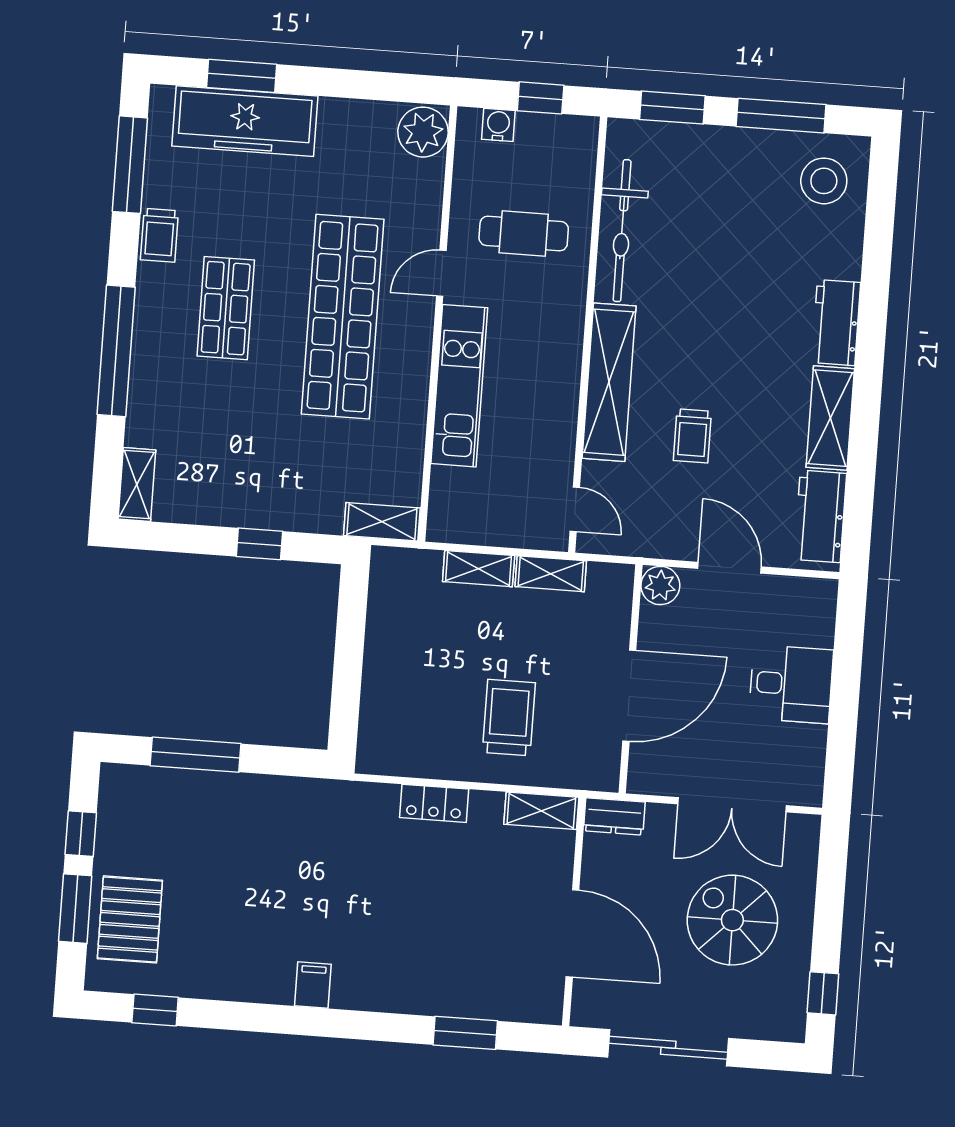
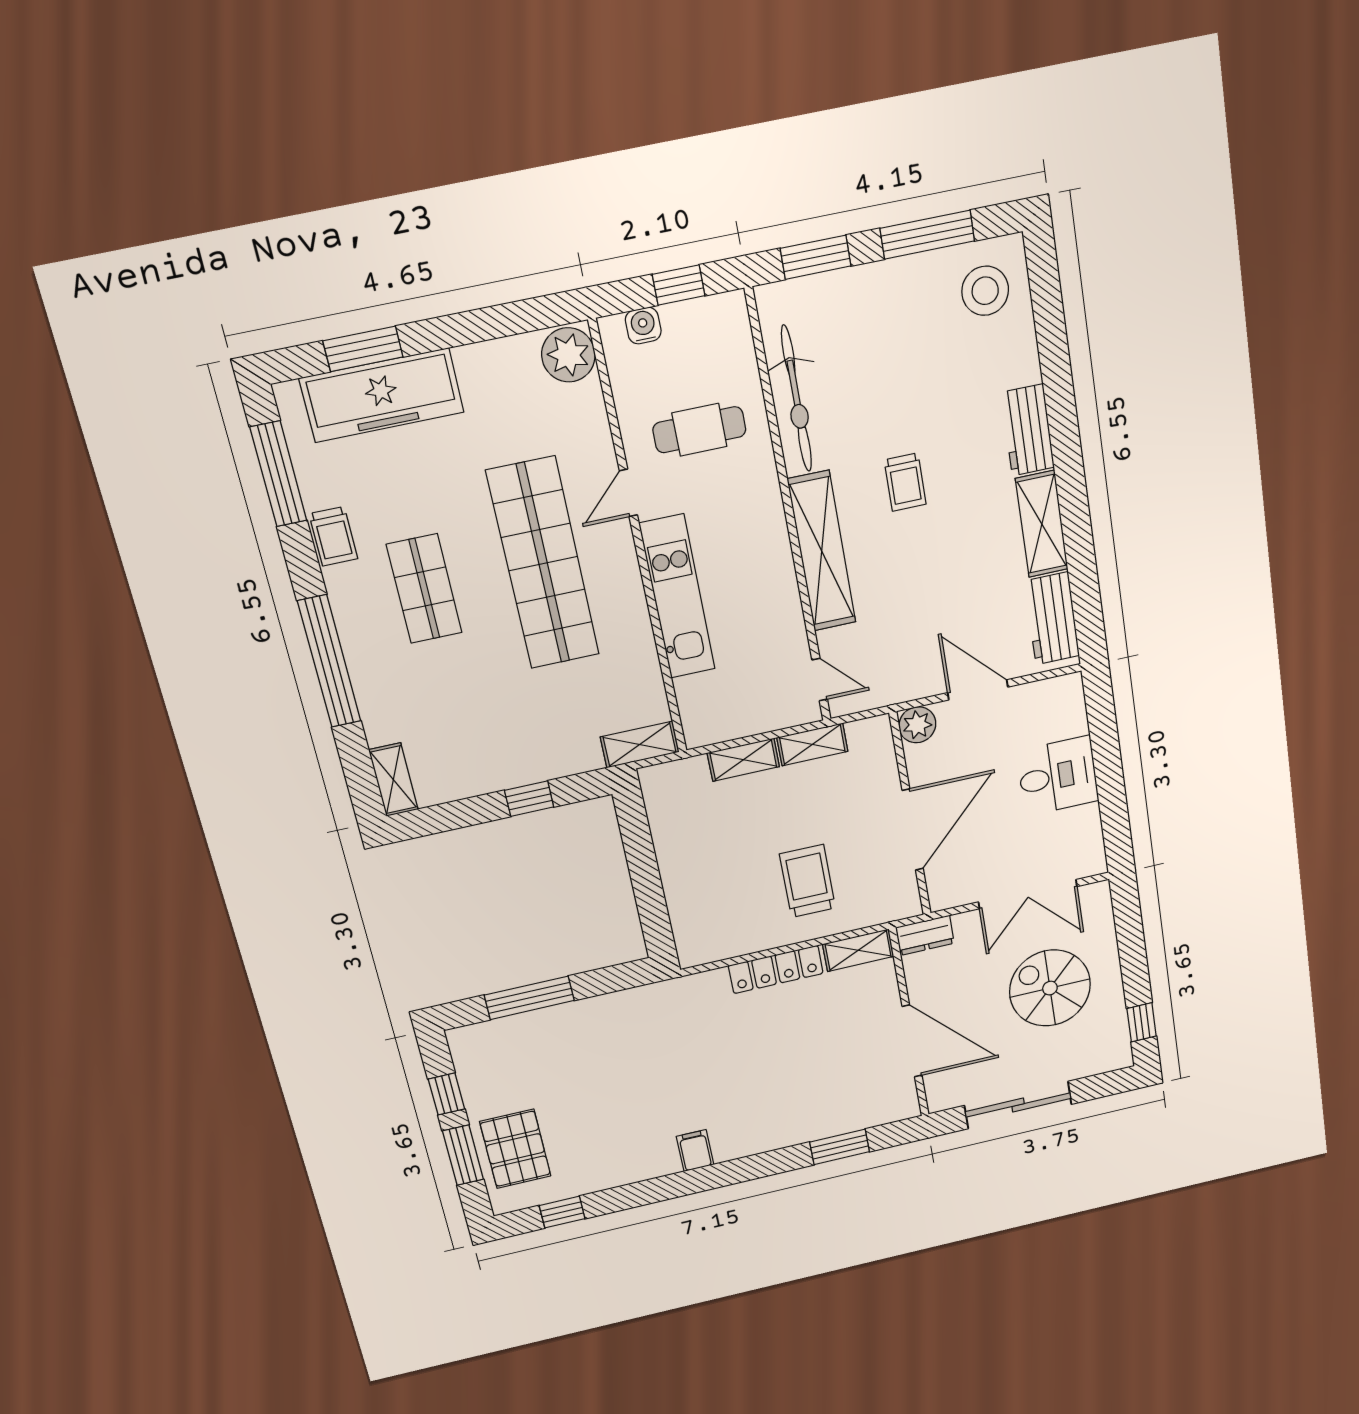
trolley: (692, 436) -> (905, 482), moved
locker: (434, 803) -> (776, 969), width x1.53

